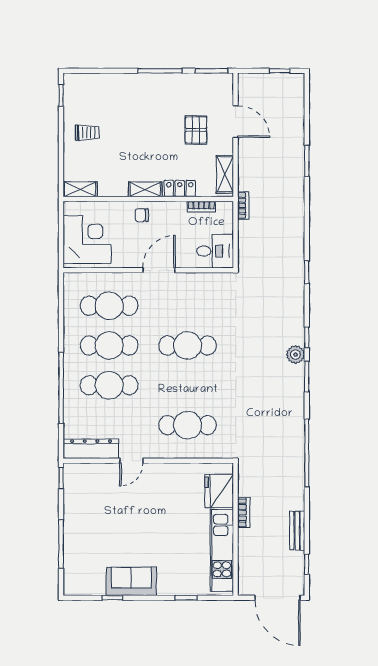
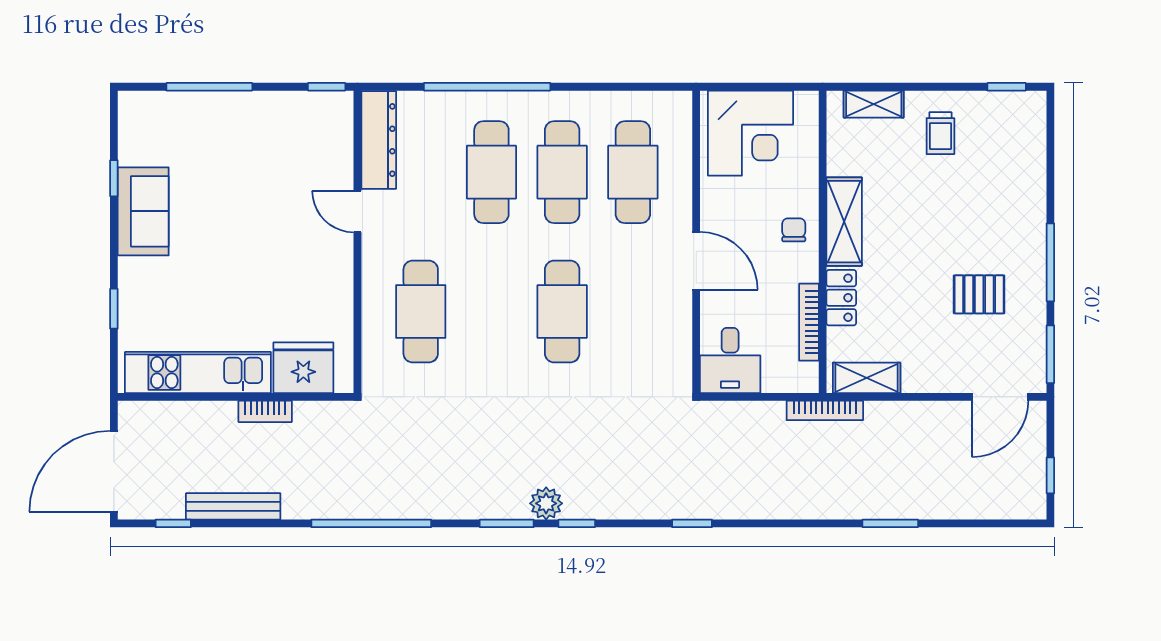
door: (236, 122) -> (1000, 397), moved
pallet: (196, 130) -> (979, 294), moved
shelving: (80, 189) -> (874, 104), moved, turned 90
shelving: (145, 189) -> (844, 222), width x1.50, depth x1.33
bookcase: (243, 205) -> (825, 410), width x1.56
bookcase: (201, 207) -> (809, 322), width x1.56
bench: (297, 531) -> (233, 506), width x1.36

